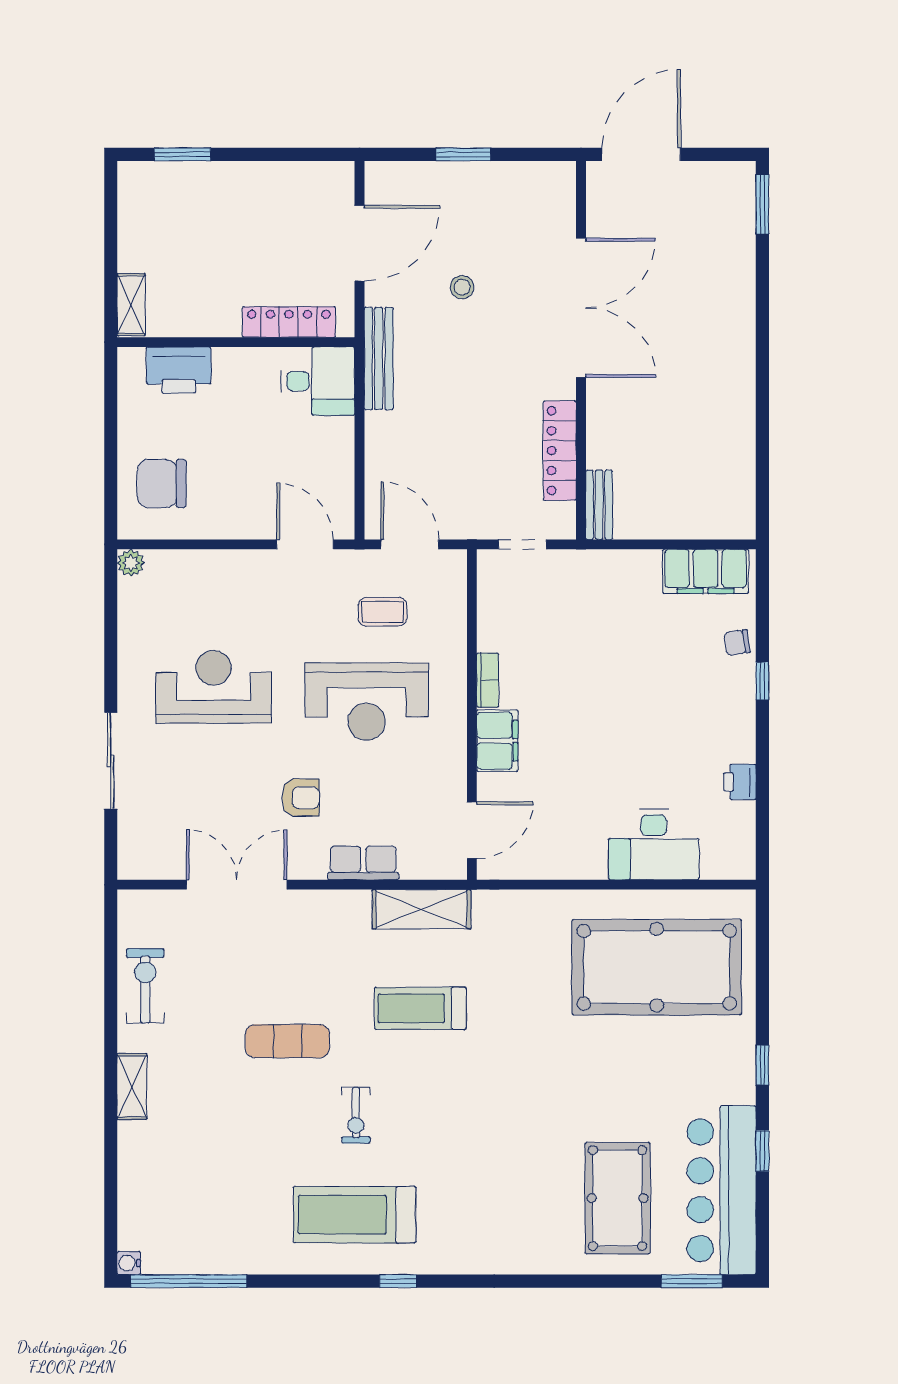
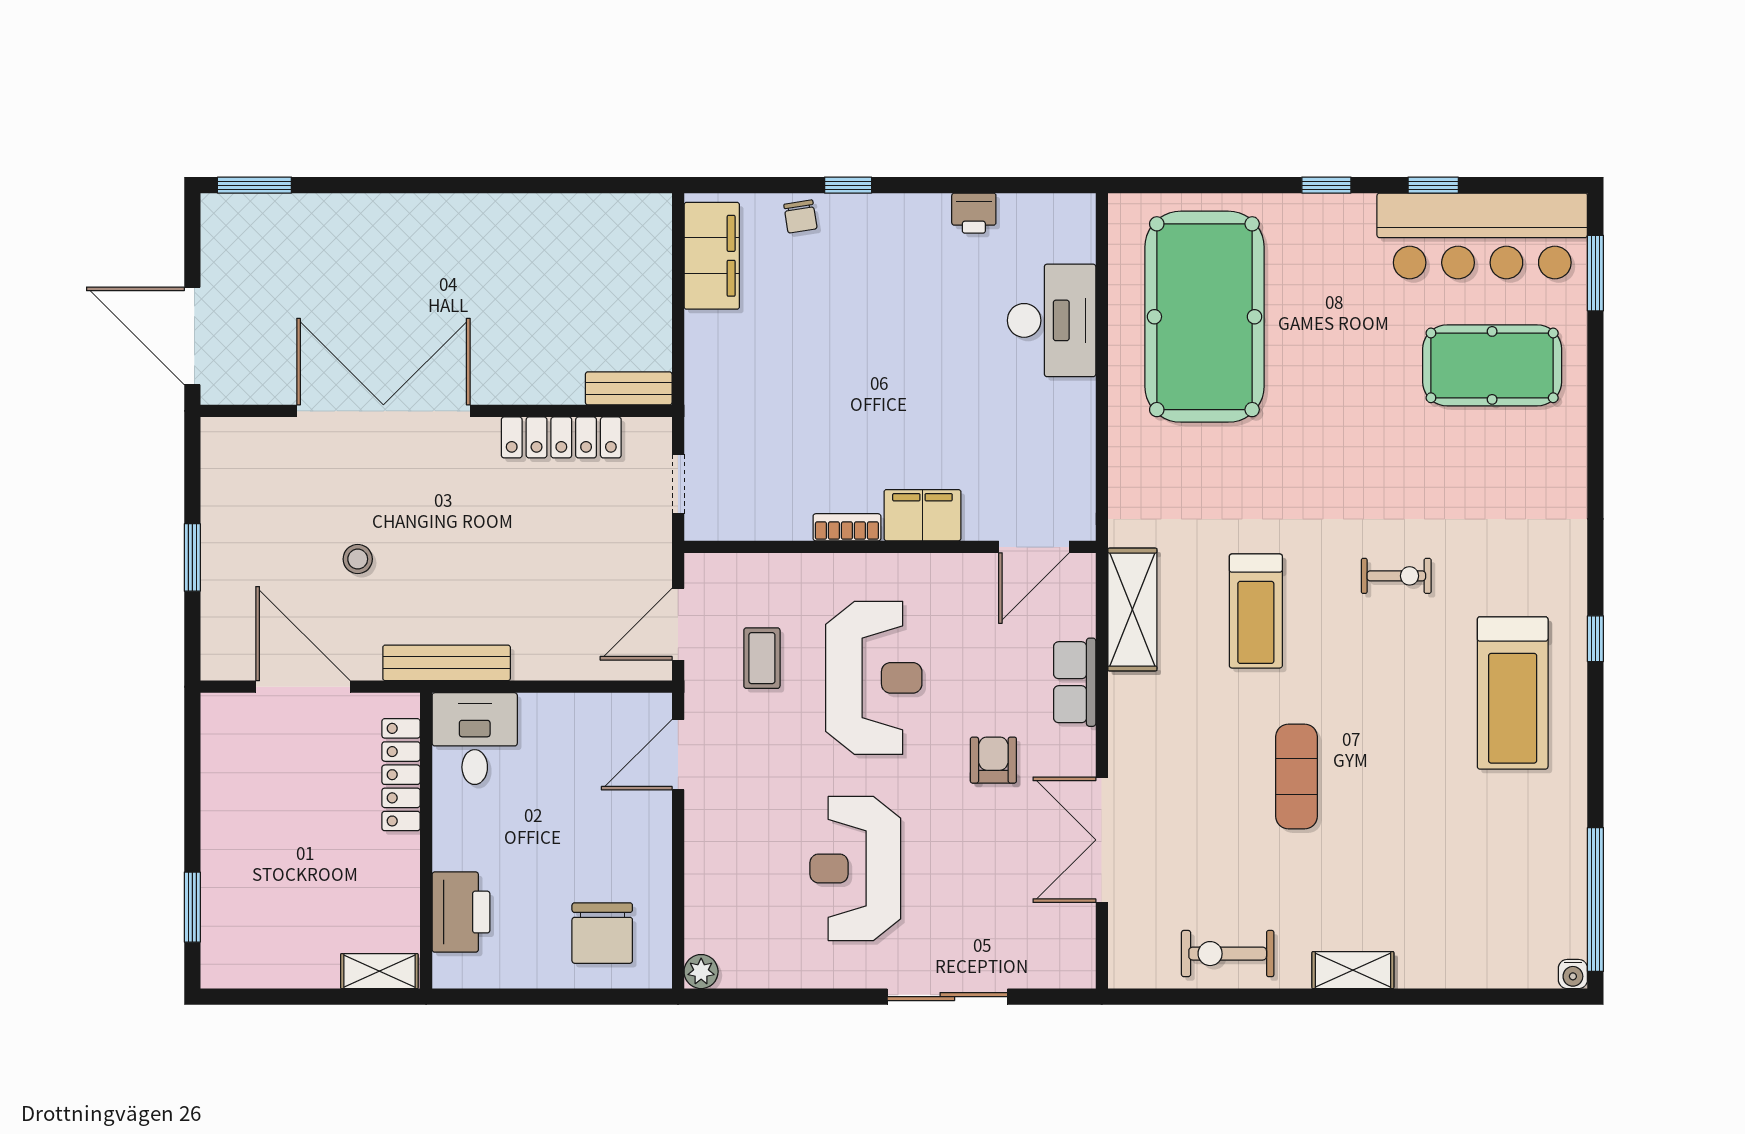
door: (472, 830) -> (1034, 547), swing flipped
exercise bike: (356, 1115) -> (1396, 576), moved

